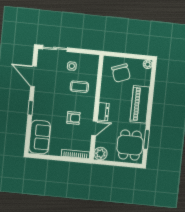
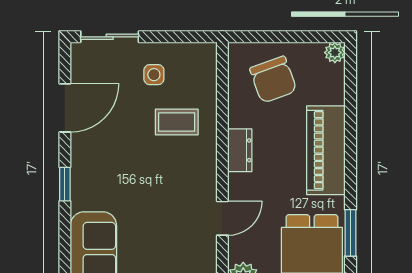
door: (33, 76) -> (65, 108), swing flipped
dresser: (103, 112) -> (240, 150), moved
armchair: (73, 118) -> (170, 198), removed

